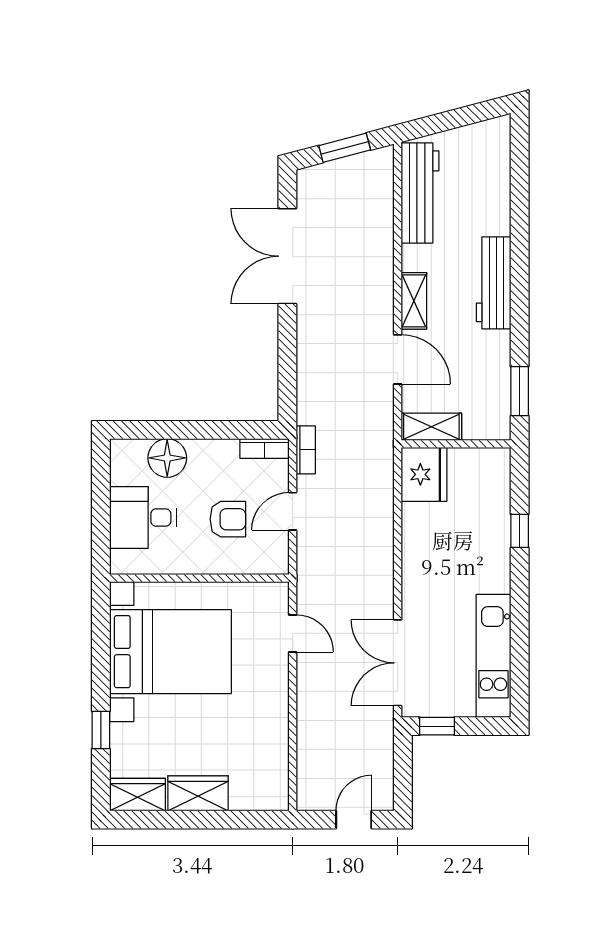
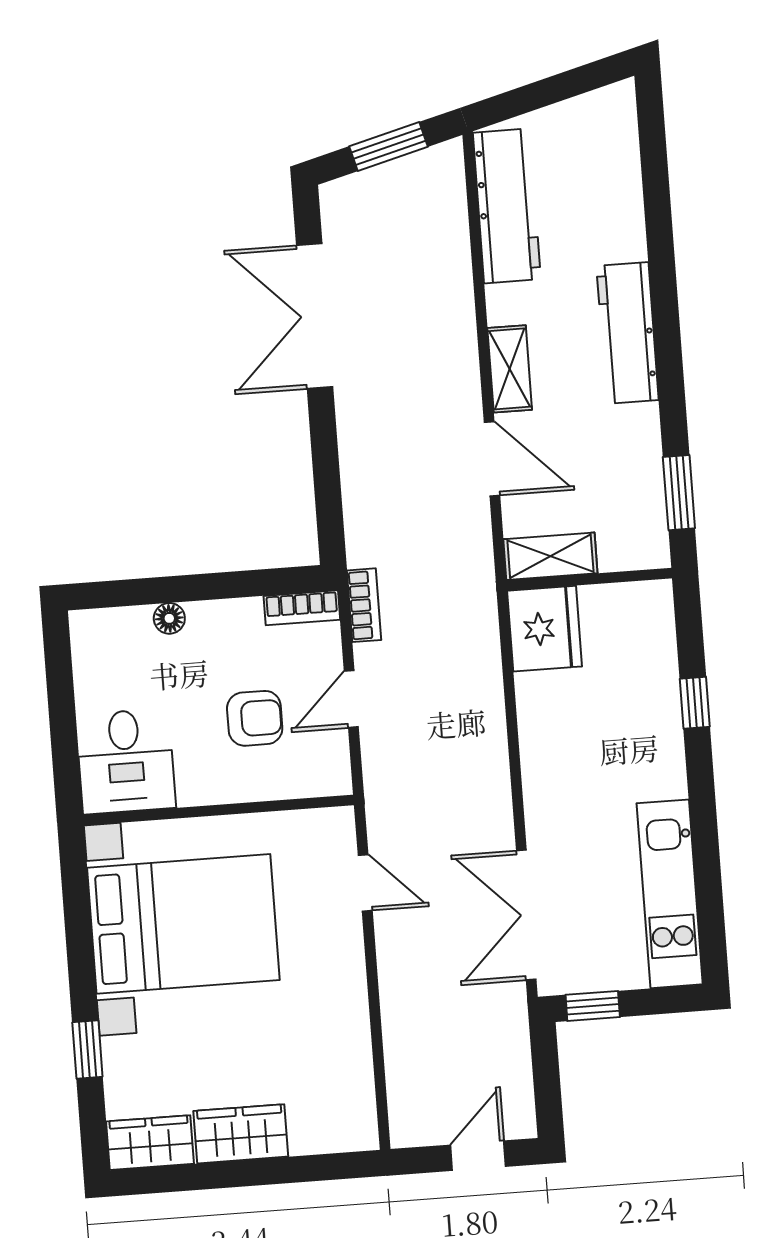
floor lamp: (167, 458) -> (169, 618), width x0.53, depth x0.53
desk: (143, 518) -> (126, 761), moved, turned -90

